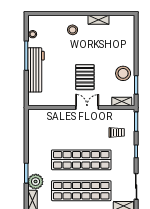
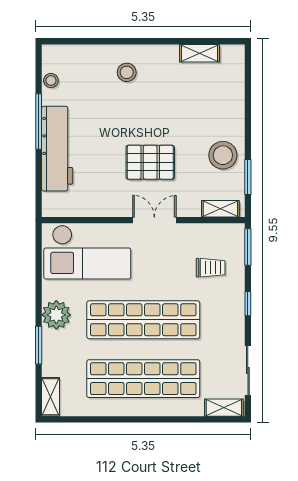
shelving: (99, 20) -> (200, 53), moved
pallet: (85, 77) -> (150, 162), turned 90
checkout: (52, 124) -> (87, 252), added
plant: (36, 182) -> (56, 315), moved

